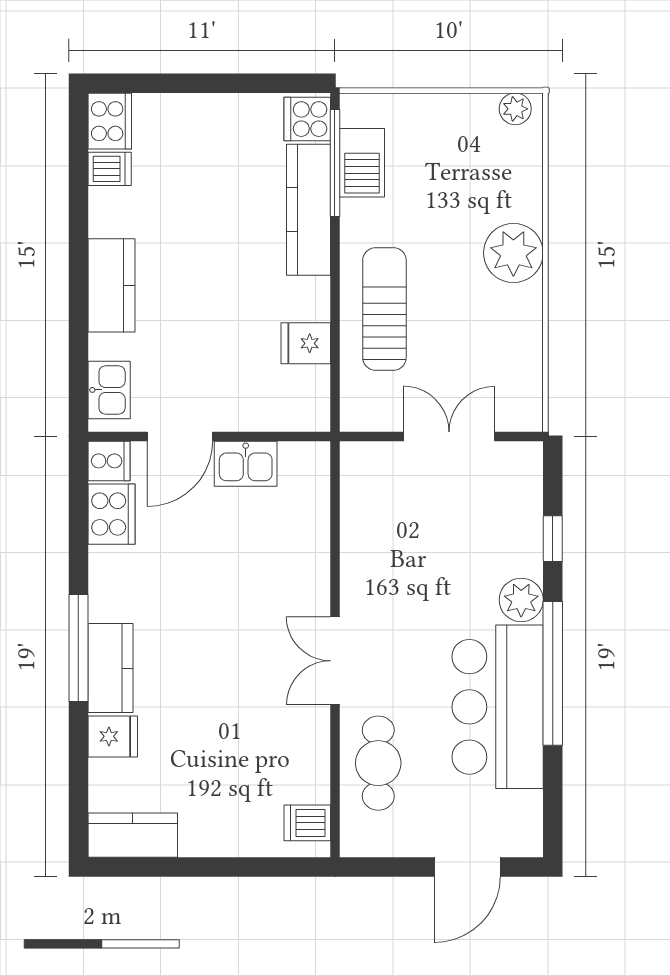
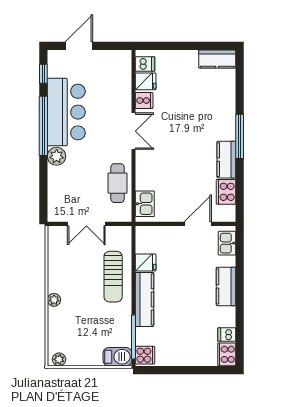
barbecue: (362, 163) -> (117, 357), moved, turned 90
kitchen counter: (308, 210) -> (145, 299), moved
plant: (513, 253) -> (54, 300), width x0.53, depth x0.53
cooker: (109, 461) -> (144, 101), moved, turned 180
kitchen sink: (246, 464) -> (145, 204), moved, turned 90
window: (553, 539) -> (43, 74), moved
kitchen counter: (110, 668) -> (226, 160), moved
fridge: (113, 736) -> (146, 81), moved, turned 180
cafe table: (378, 763) -> (118, 183), moved

